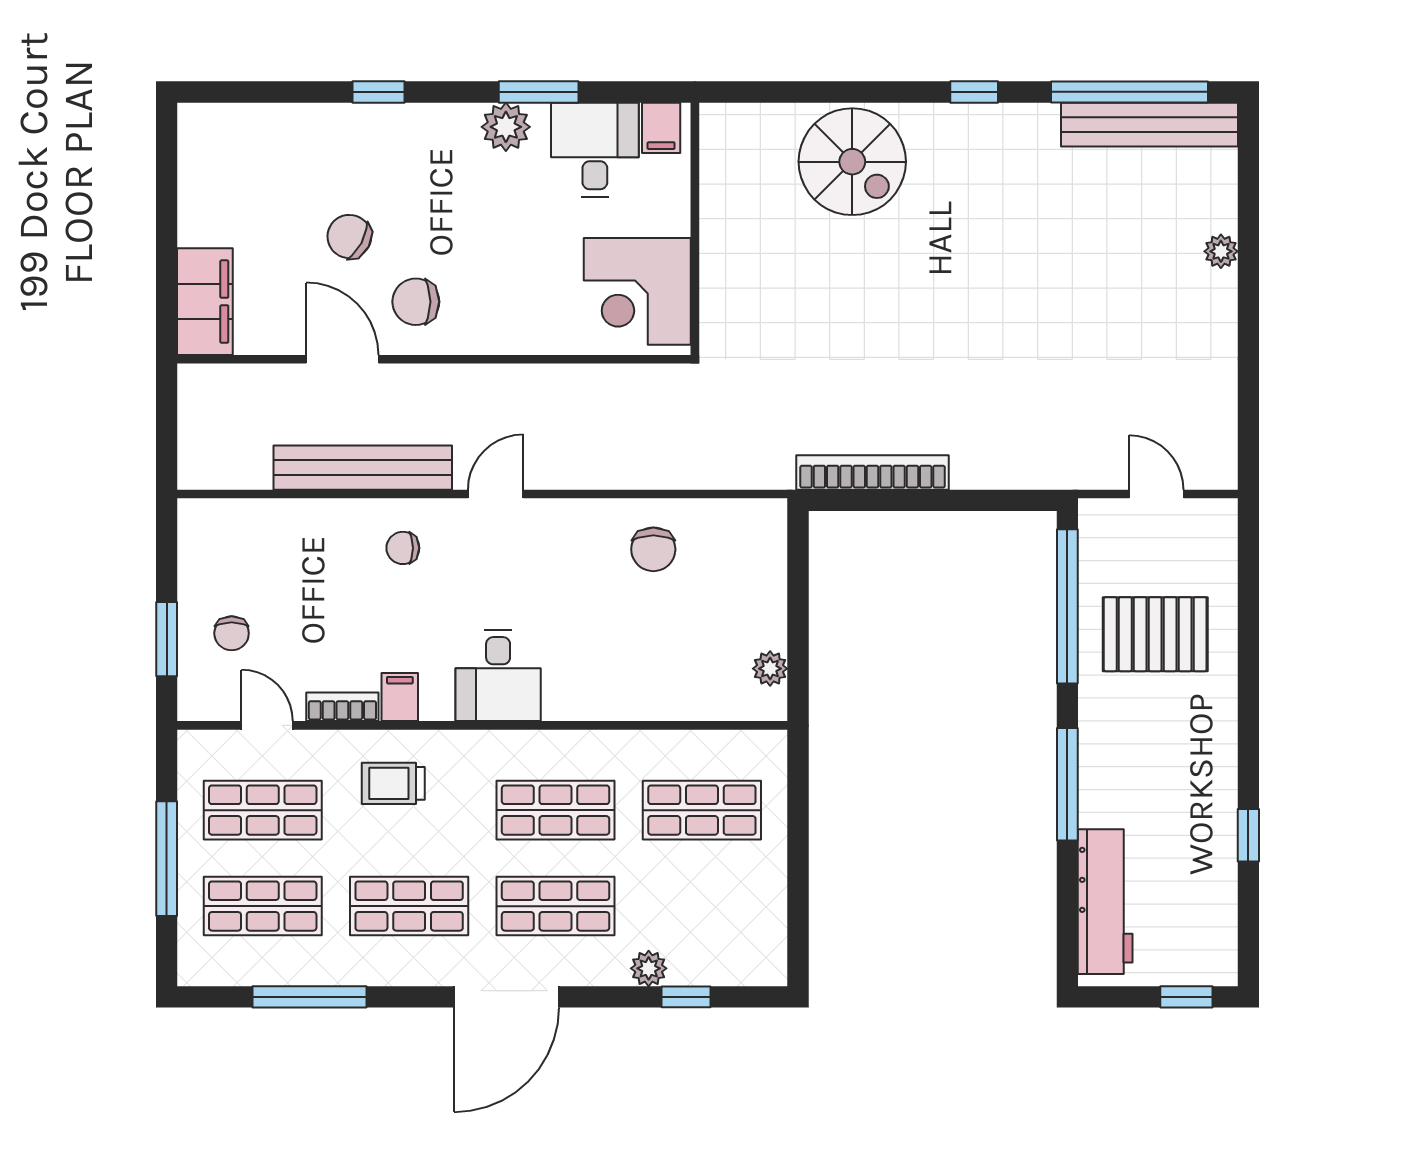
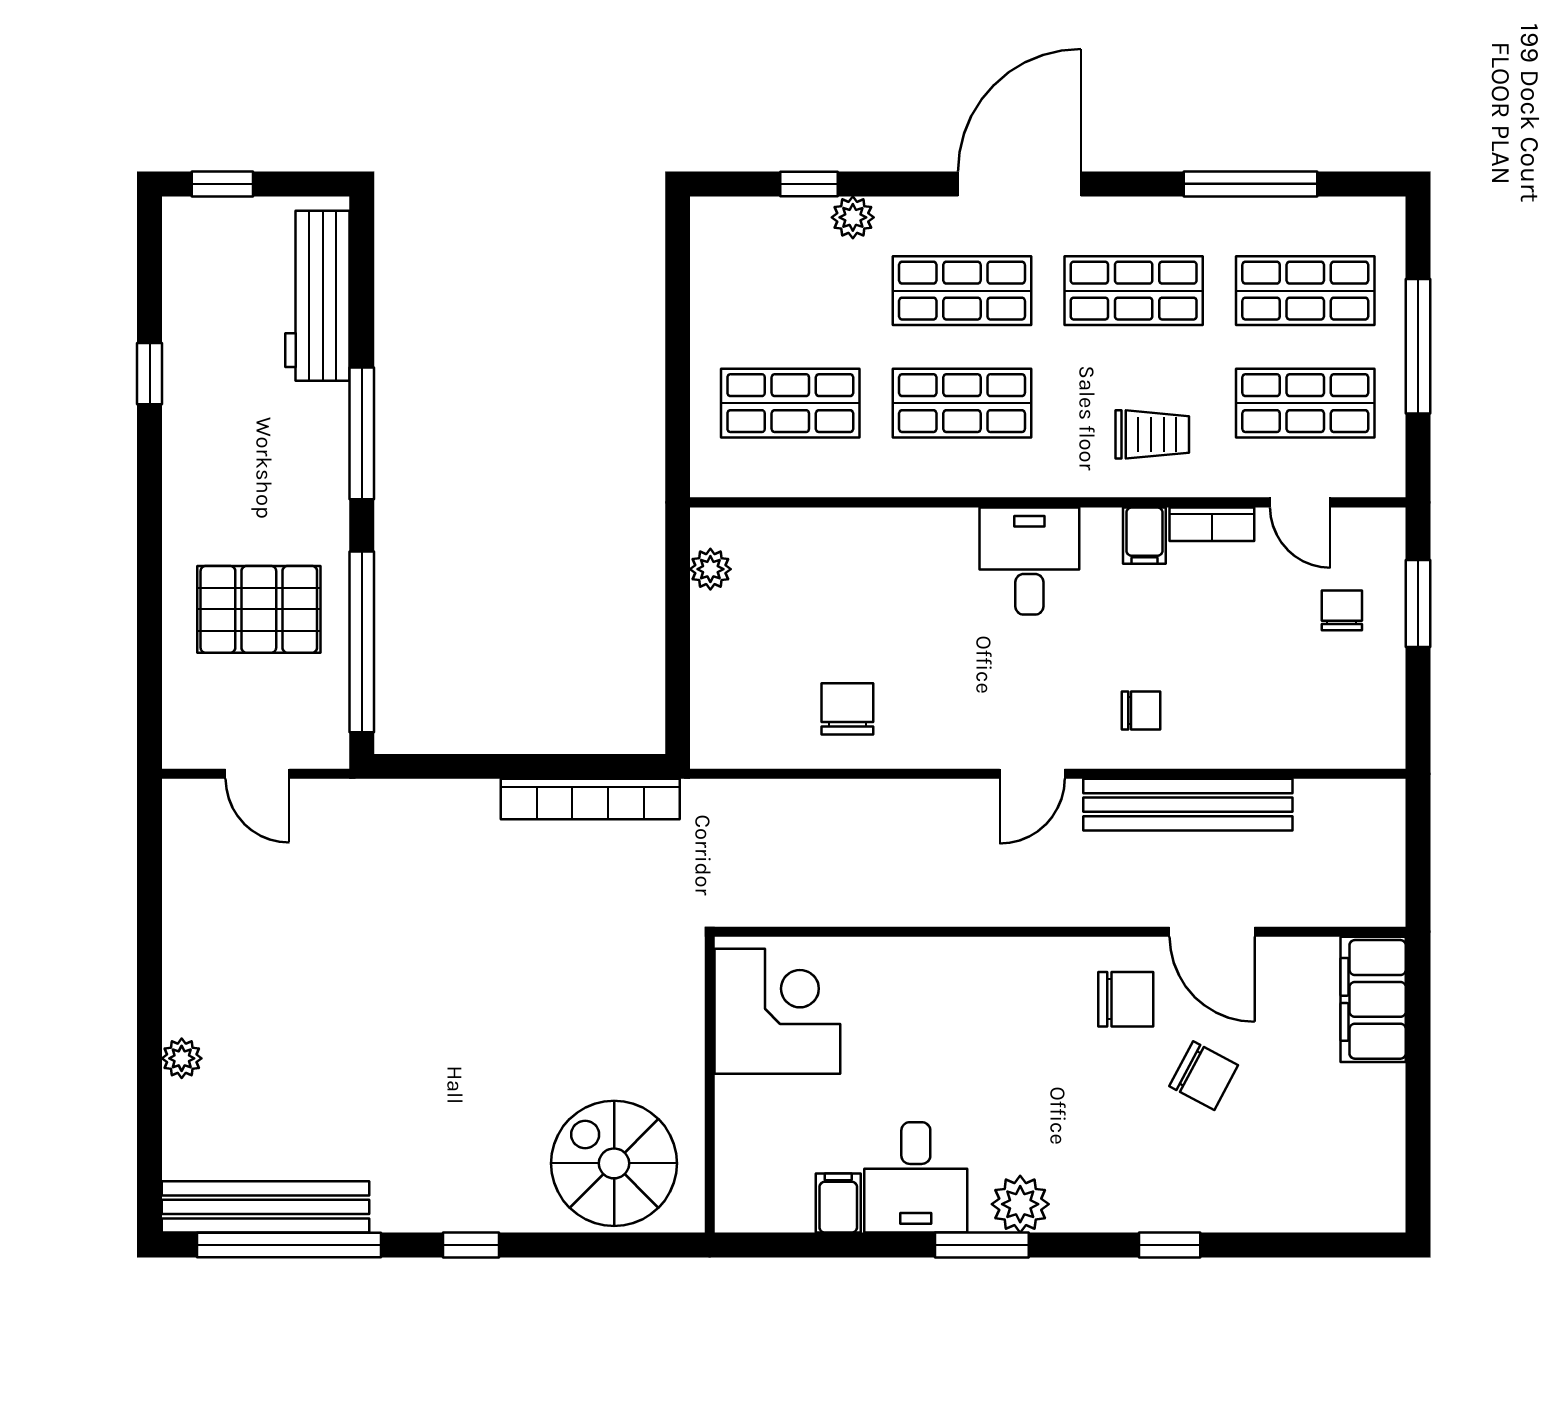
wall: (695, 229) -> (710, 1085), moved
corner desk: (637, 291) -> (777, 1011), moved

